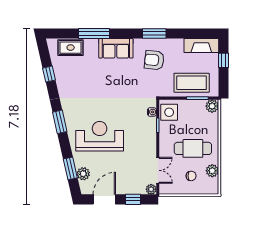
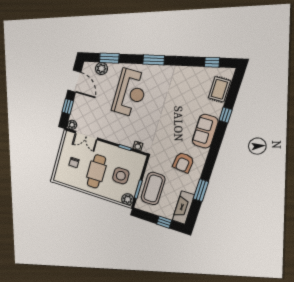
window: (94, 34) -> (226, 115), width x0.46
window: (154, 34) -> (201, 190), moved
armchair: (154, 60) -> (183, 162), turned 180
window: (49, 74) -> (212, 62), moved
side table: (169, 112) -> (121, 176), moved
plant: (212, 171) -> (73, 182), removed

